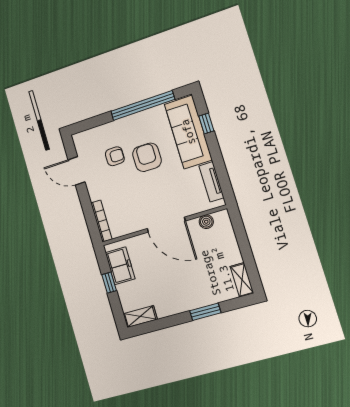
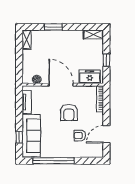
armchair: (147, 157) -> (69, 113), moved
door: (77, 171) -> (106, 134), swing flipped
freezer: (120, 266) -> (90, 77), moved, turned 90

